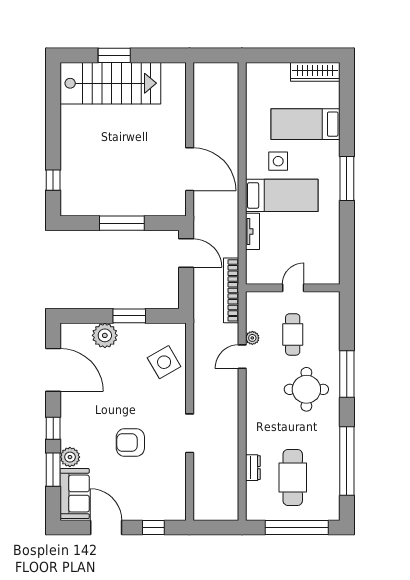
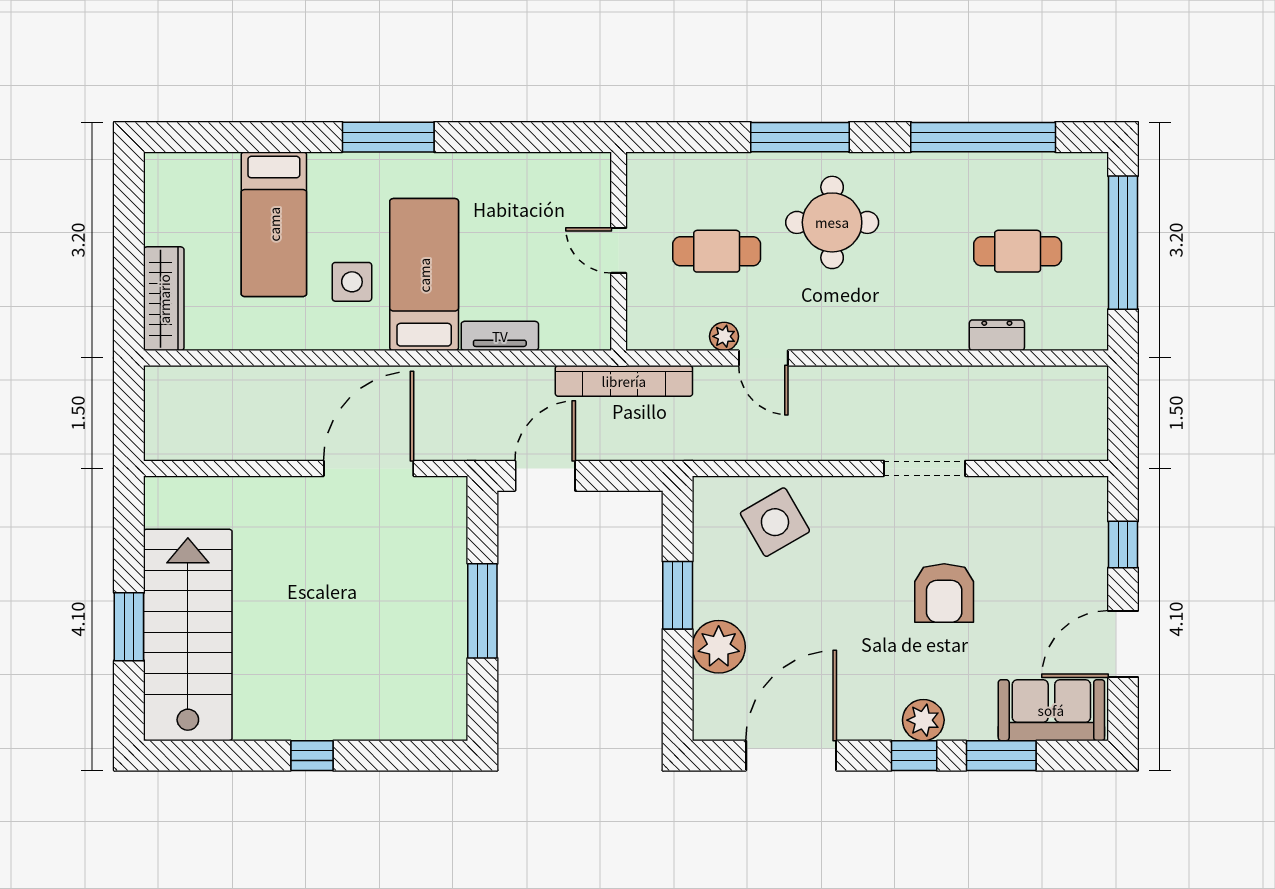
wardrobe: (315, 72) -> (164, 299), moved
window: (53, 180) -> (312, 756), moved
plant: (70, 457) -> (923, 720), moved
cafe table: (293, 477) -> (1018, 251), width x0.73, depth x0.74

